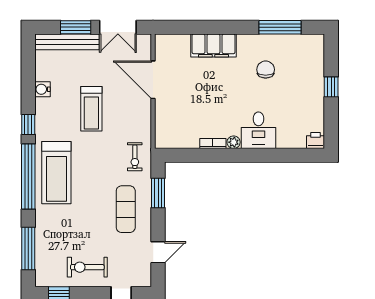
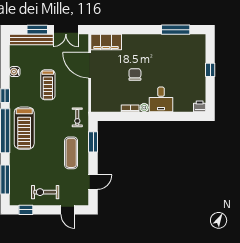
filing cabinet: (214, 46) -> (106, 42), moved
chair: (266, 70) -> (135, 74), moved

